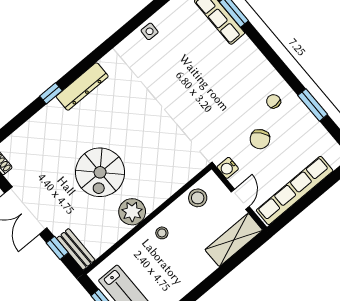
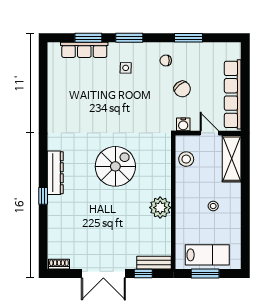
side table: (150, 31) -> (126, 68), moved
window: (266, 49) -> (129, 38), added
spiral stairs: (100, 172) -> (115, 166), moved, turned -90
stool: (162, 233) -> (213, 206), moved

